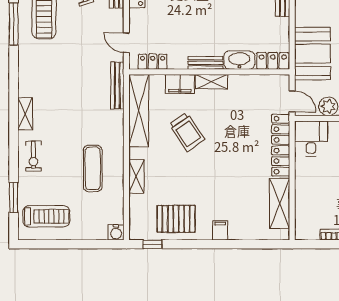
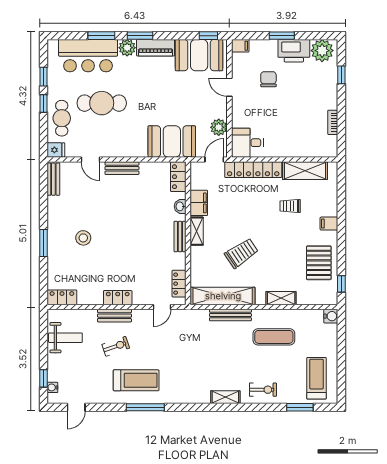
washbasin: (239, 60) -> (180, 206), width x0.52, depth x0.69
filing cabinet: (180, 84) -> (199, 203), moved
bench: (117, 85) -> (230, 315), moved
trolley: (240, 187) -> (290, 206), added

